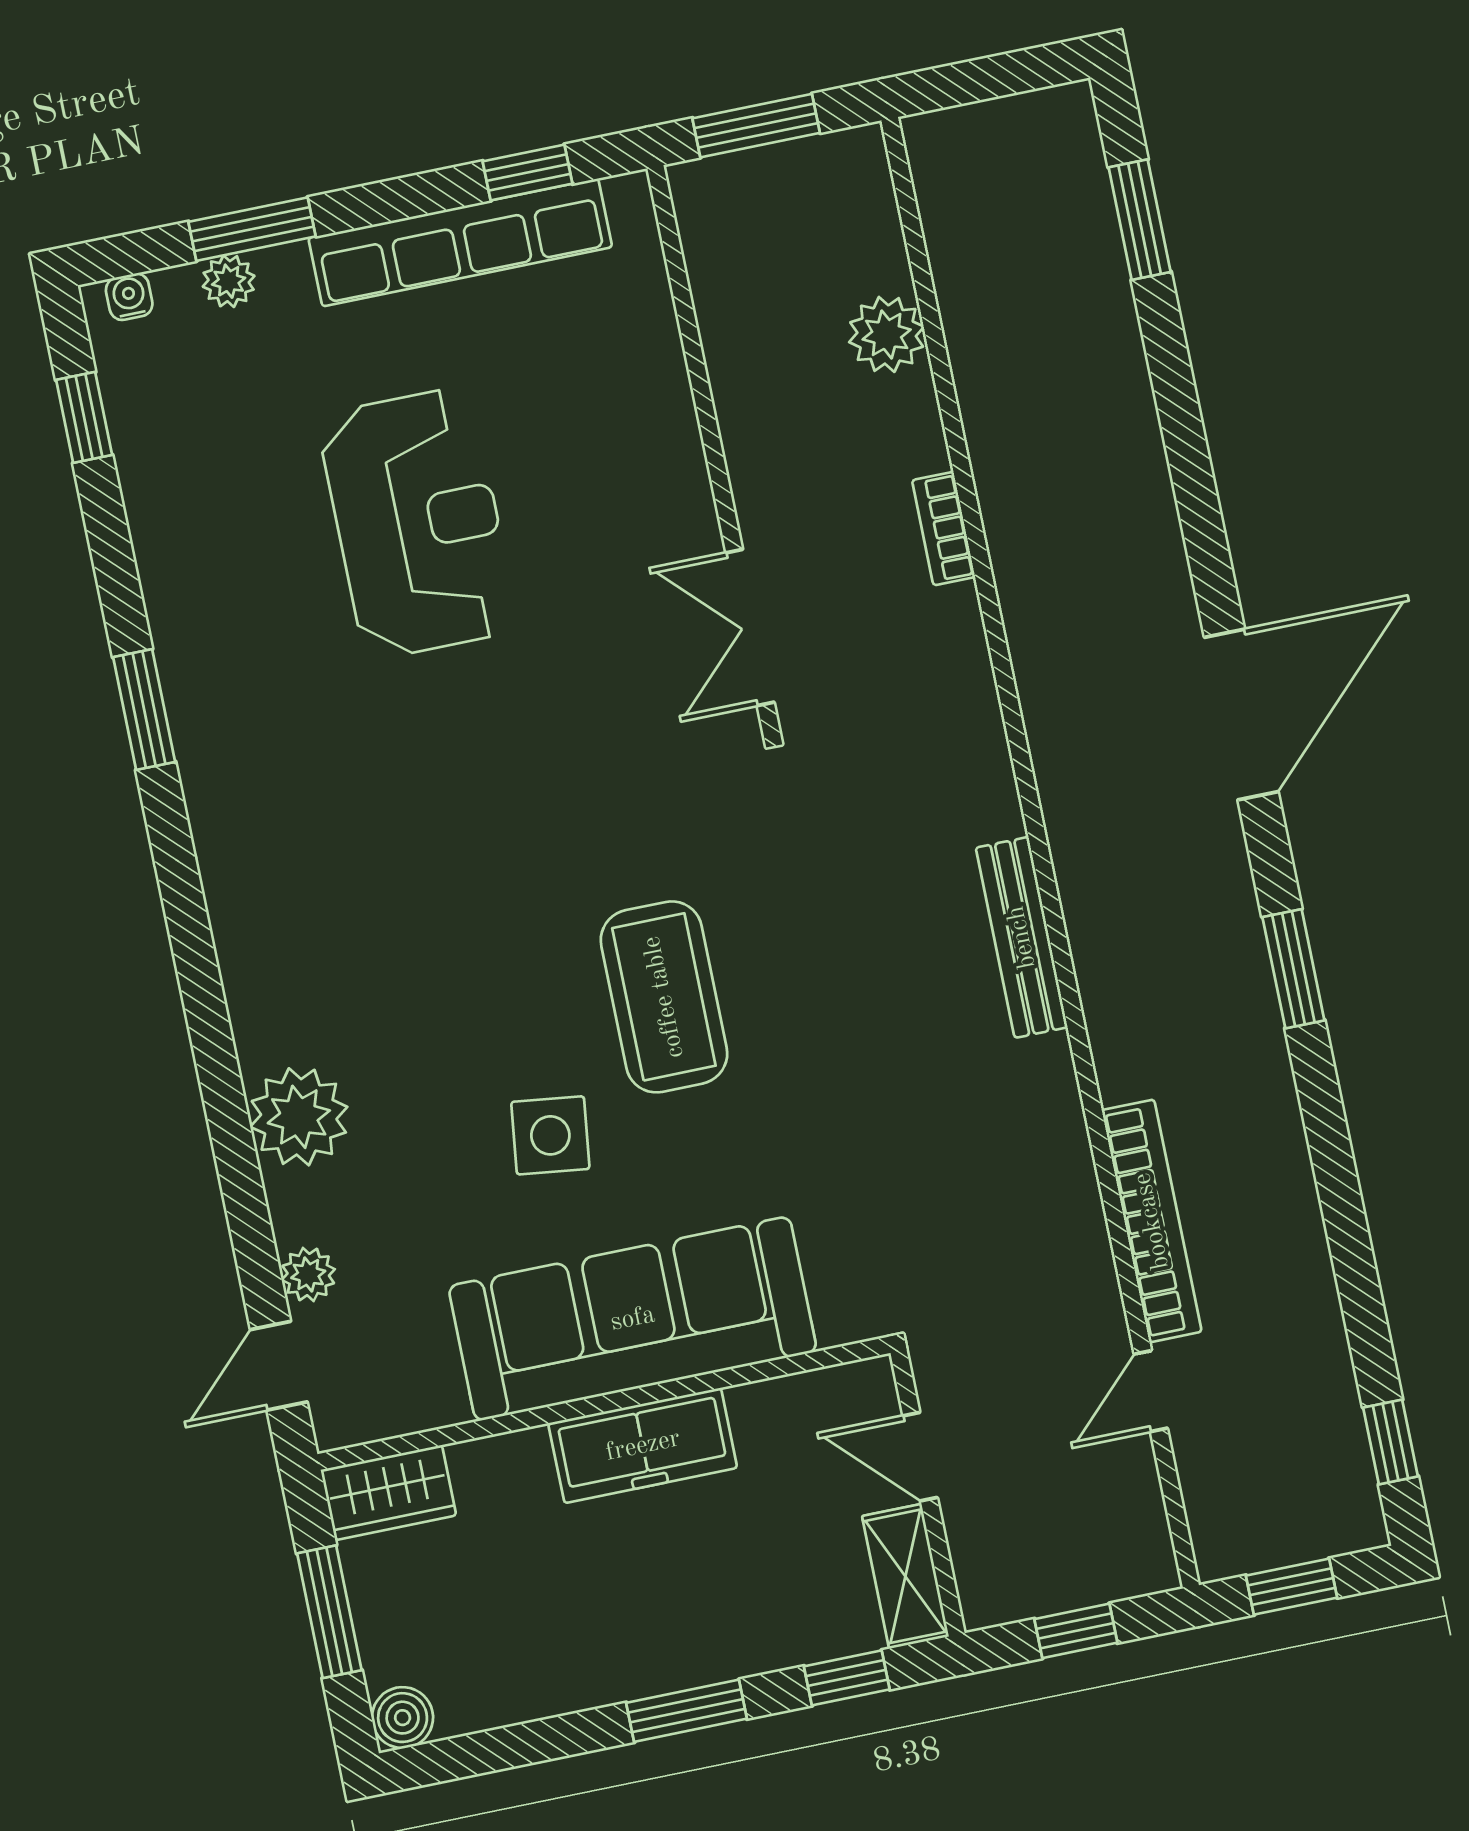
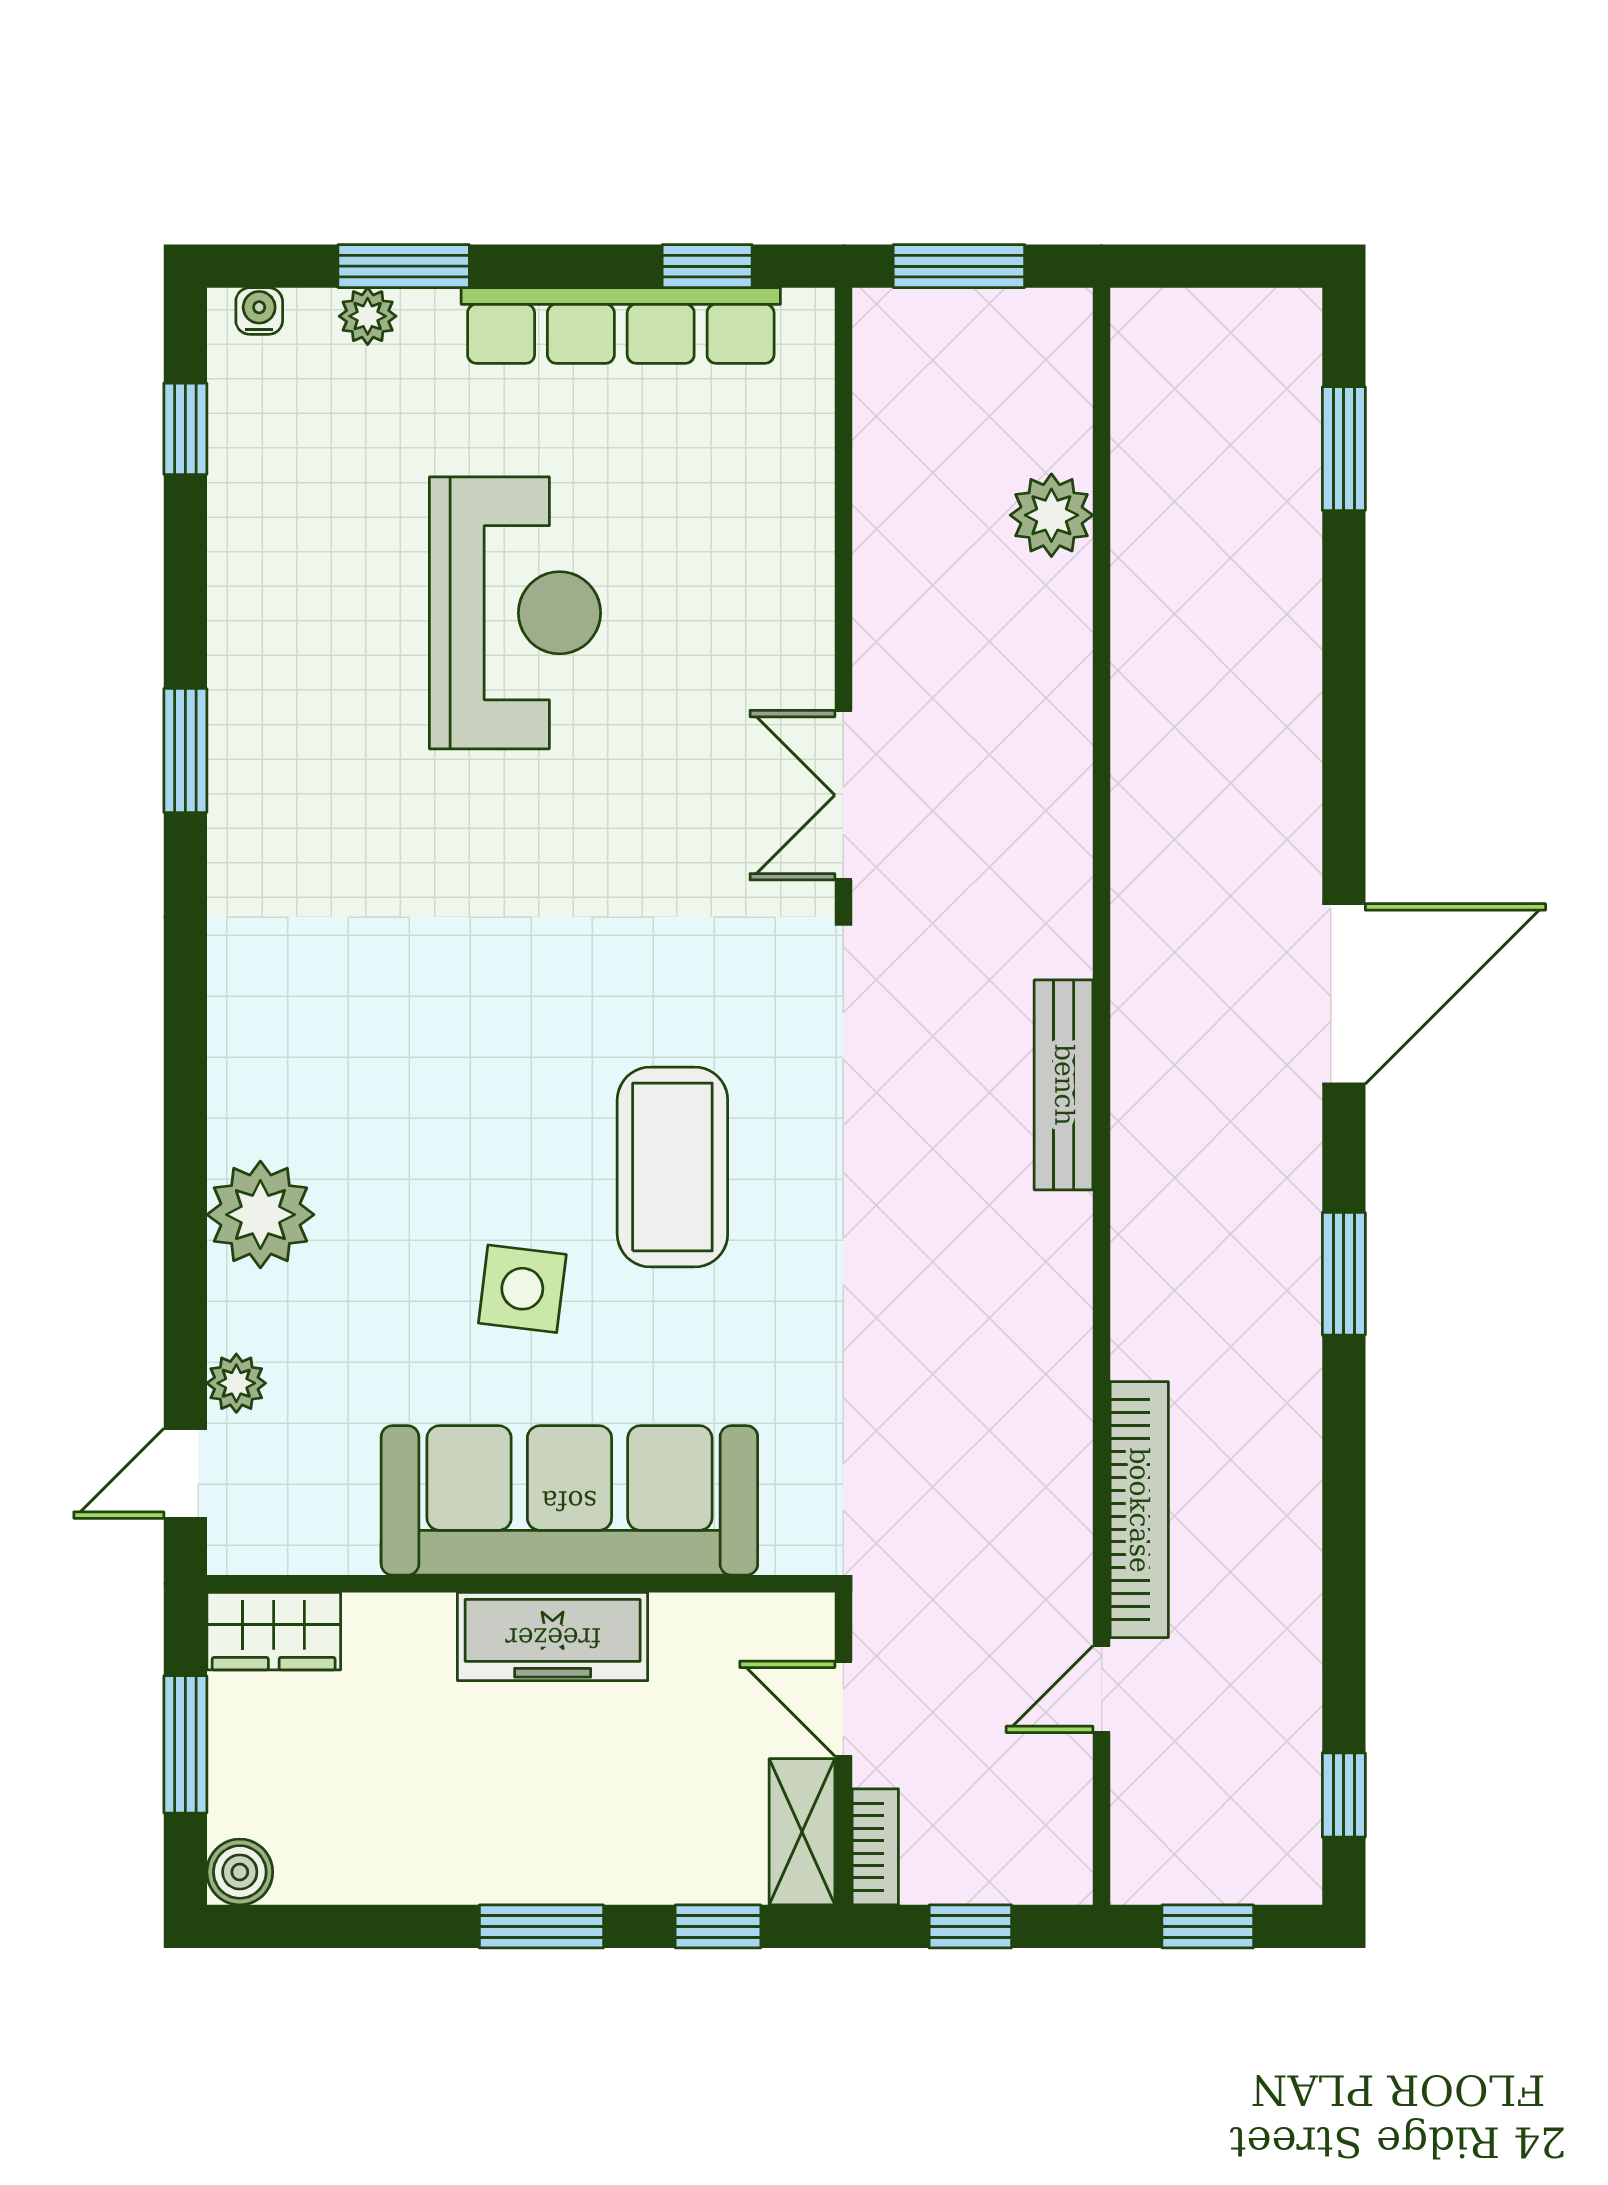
bookcase: (944, 529) -> (875, 1847), moved, turned 180
bench: (1022, 937) -> (1064, 1085), moved

